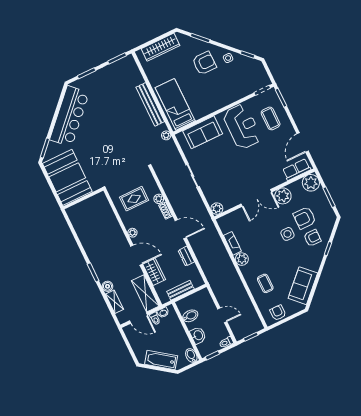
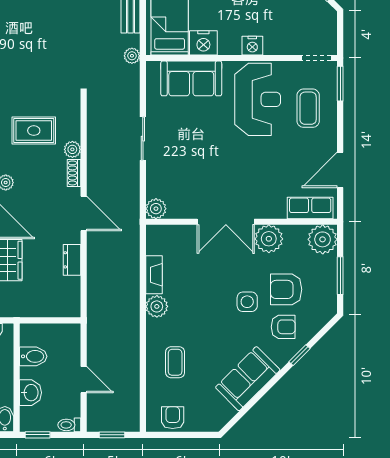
nightstand: (226, 100) -> (252, 46), added
nightstand: (200, 111) -> (203, 43), added
sofa: (303, 286) -> (248, 379), moved
bench: (180, 290) -> (37, 309), removed

